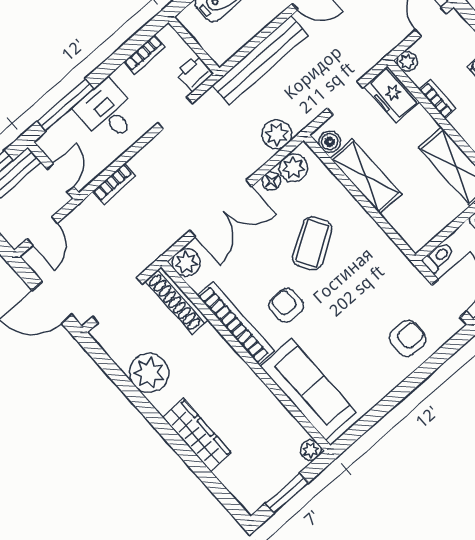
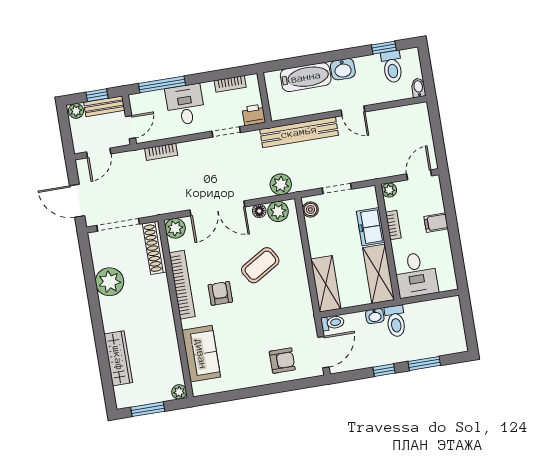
freezer: (392, 94) -> (371, 227), moved
shelving: (366, 176) -> (326, 284), moved
sofa: (308, 389) -> (201, 354), width x0.73
wardrobe: (197, 435) -> (118, 358), moved

